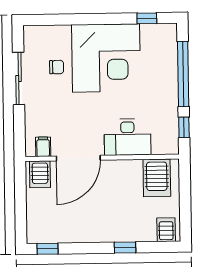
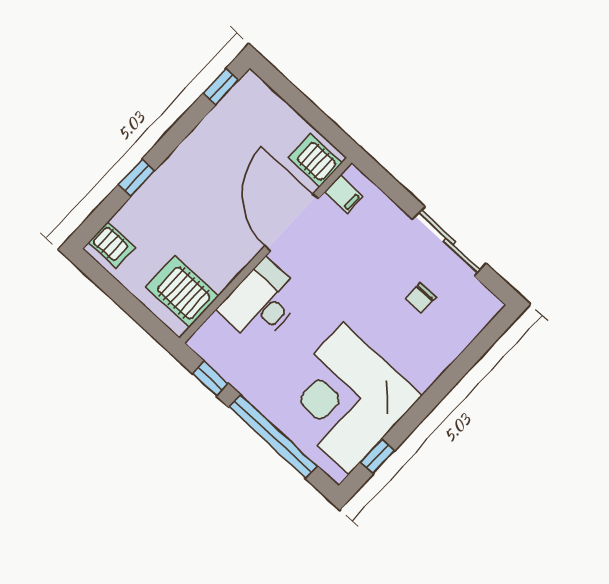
corner desk: (106, 58) -> (346, 399), moved

